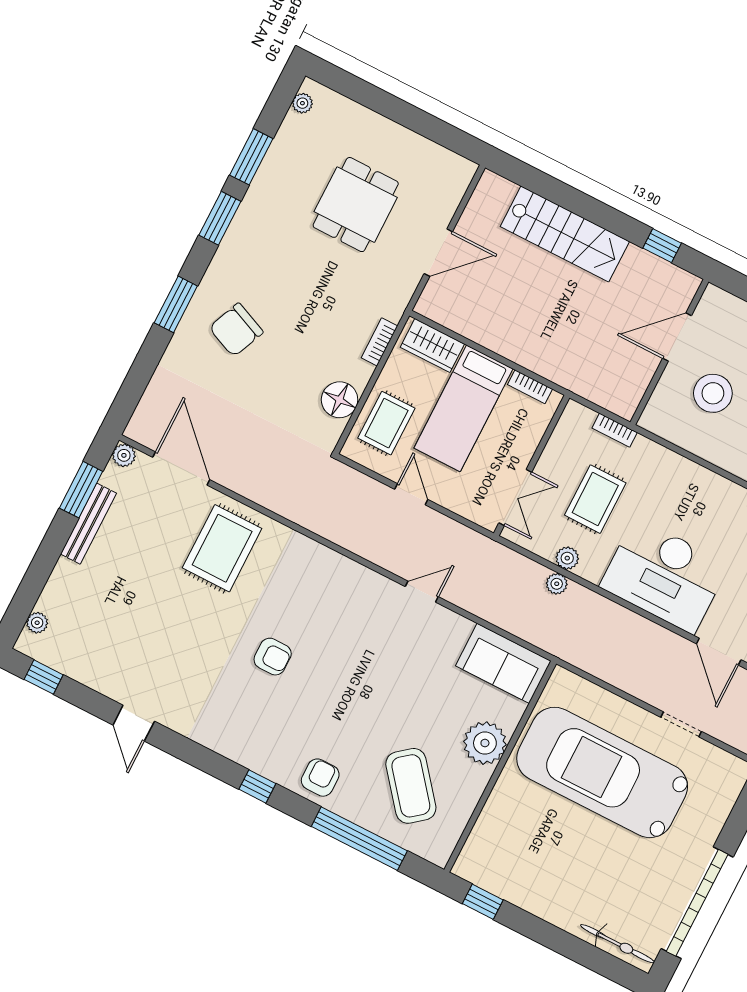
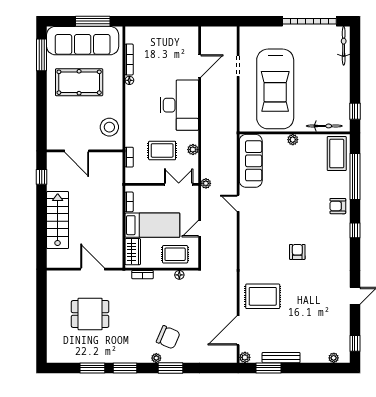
plant: (302, 103) -> (156, 358), moved
stool: (713, 393) -> (109, 127), moved
floor lamp: (340, 400) -> (179, 275), width x0.53, depth x0.53
plant: (557, 584) -> (206, 183), moved
sofa: (503, 663) -> (251, 161), width x1.36
plant: (485, 743) -> (293, 140), width x0.53, depth x0.53
coffee table: (411, 786) -> (337, 154), moved, turned -51
bicycle: (485, 829) -> (324, 126), added

